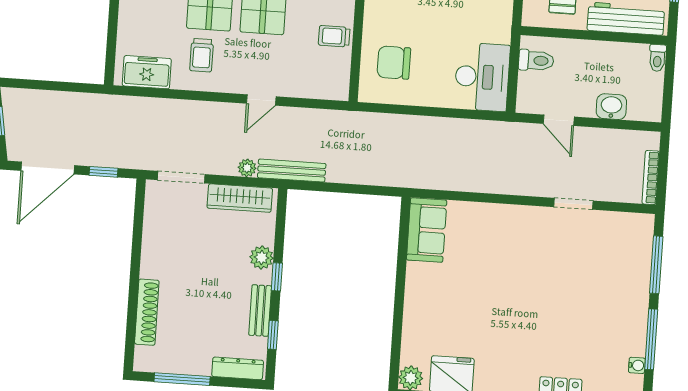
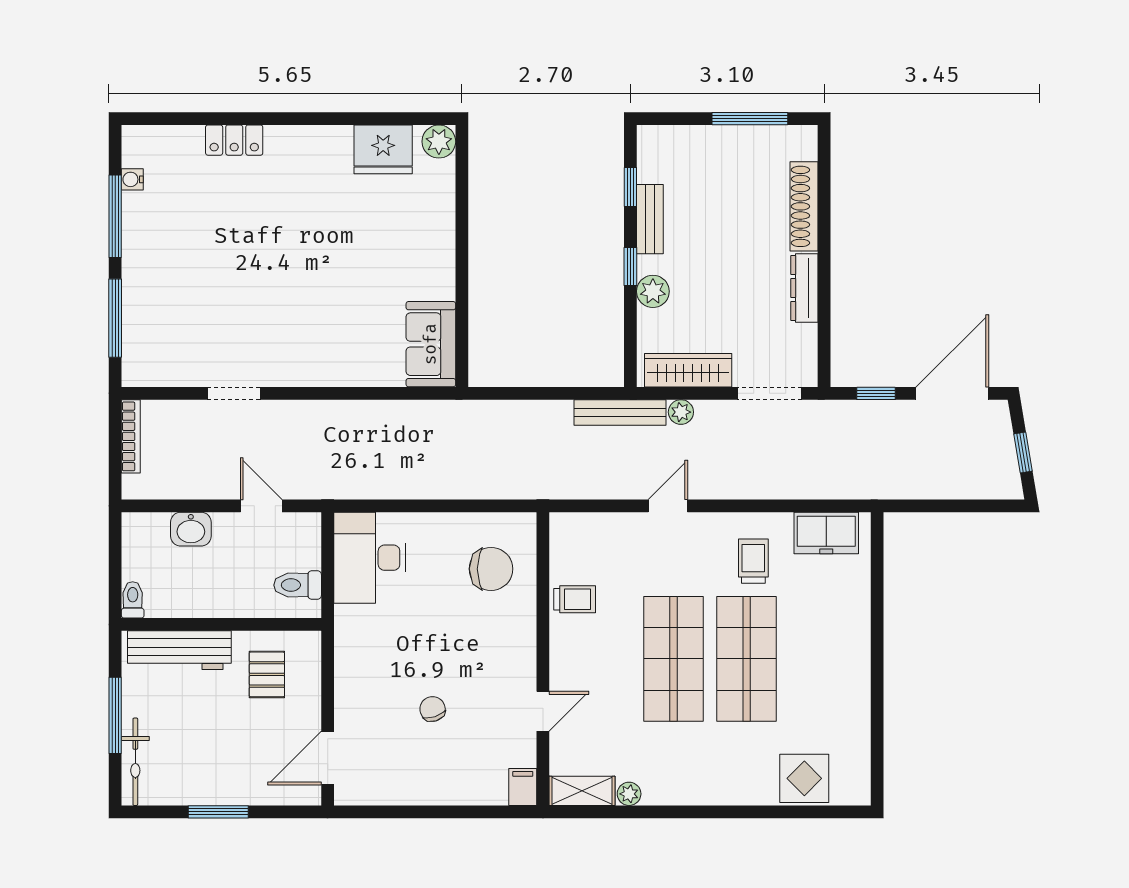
dresser: (238, 368) -> (804, 288), moved, turned 90

